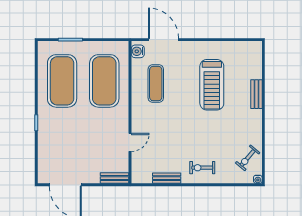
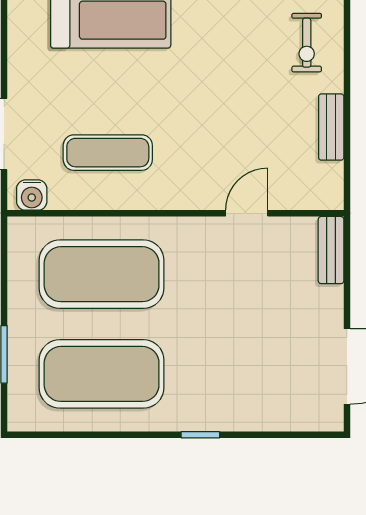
door: (130, 142) -> (247, 213), hinge flipped

